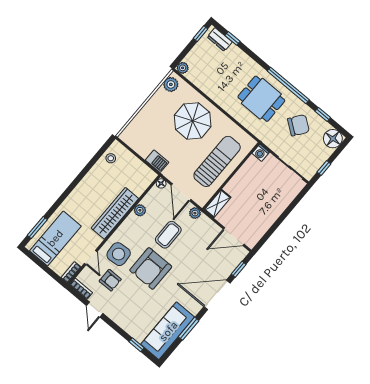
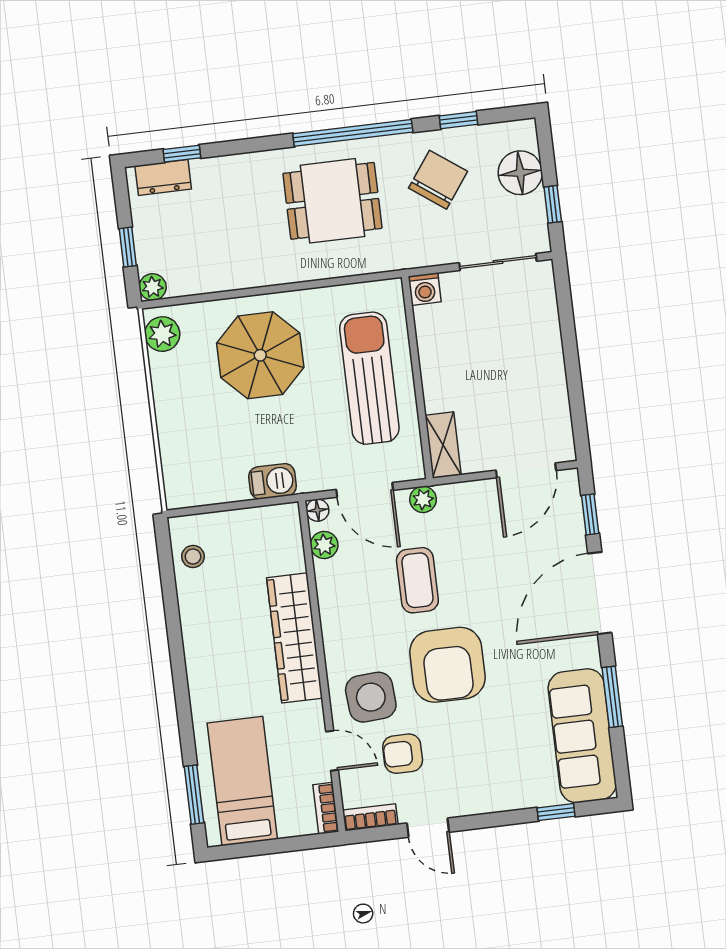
window: (201, 34) -> (128, 247), moved
floor lamp: (333, 139) -> (520, 173), moved
plant: (140, 210) -> (324, 545), moved
armchair: (110, 280) -> (403, 754), turned 180

